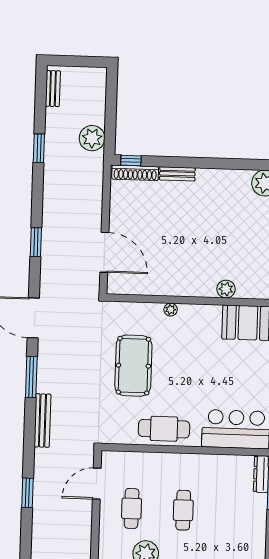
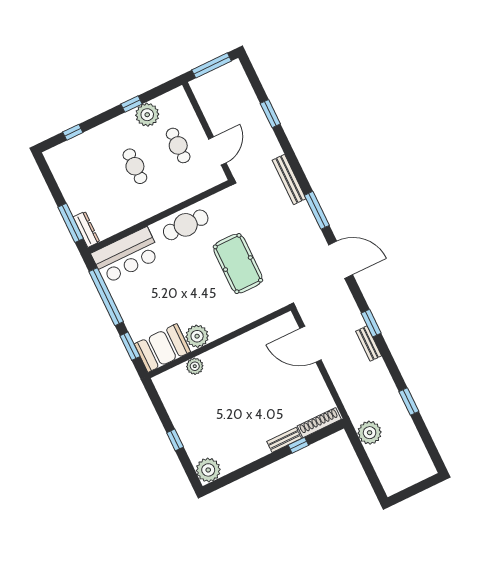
bench: (53, 89) -> (369, 343), moved
window: (131, 160) -> (298, 445), moved
plant: (171, 310) -> (197, 336), moved, width x1.87, depth x1.87

